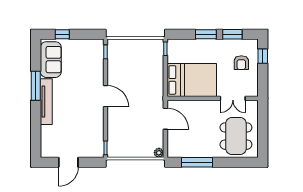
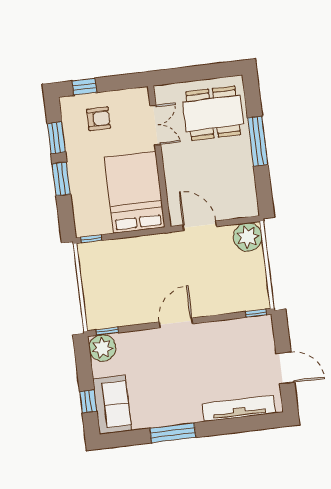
plant: (95, 48) -> (102, 348), added
sofa: (51, 60) -> (112, 405), moved, turned 90
tv unit: (46, 102) -> (239, 408), moved
door: (165, 119) -> (200, 226), hinge flipped
plant: (159, 153) -> (248, 237), width x1.87, depth x1.87
window: (197, 162) -> (258, 141), moved

